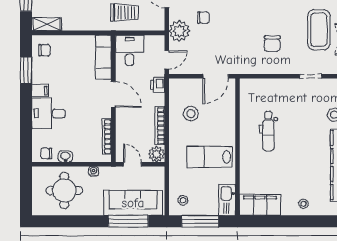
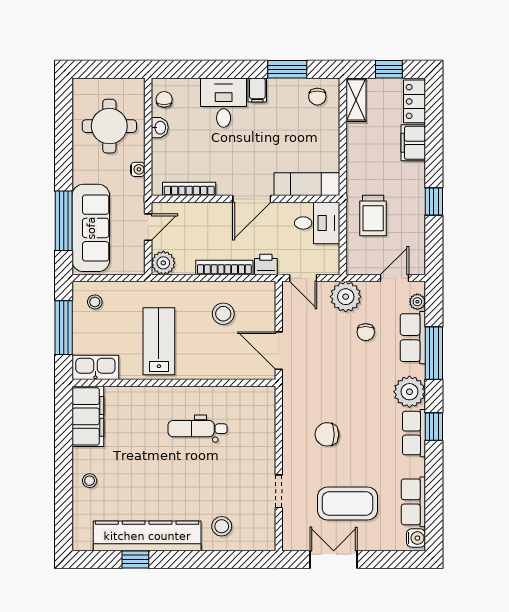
bookcase: (160, 126) -> (224, 268), moved

